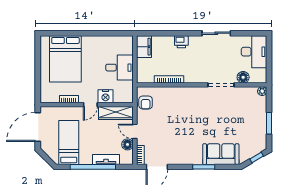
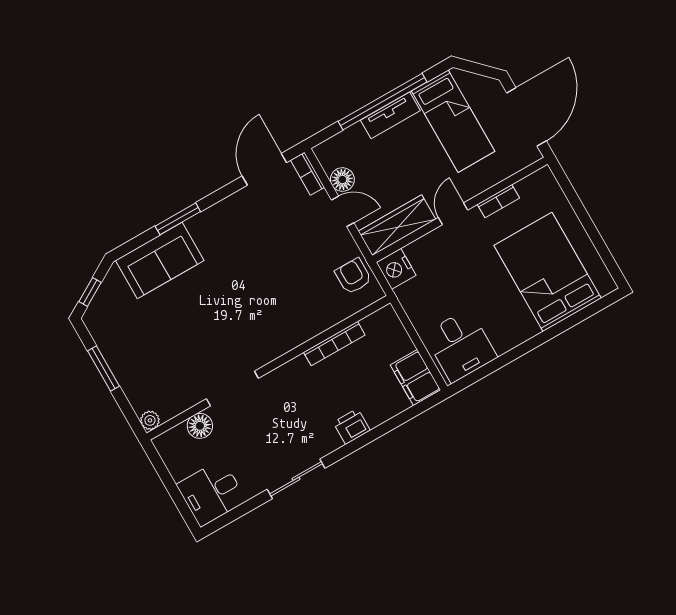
desk: (254, 52) -> (211, 493), width x0.73
desk: (119, 68) -> (460, 346), moved, turned -90
nightstand: (105, 96) -> (396, 269), moved, turned -90
tv unit: (106, 159) -> (390, 115), moved

